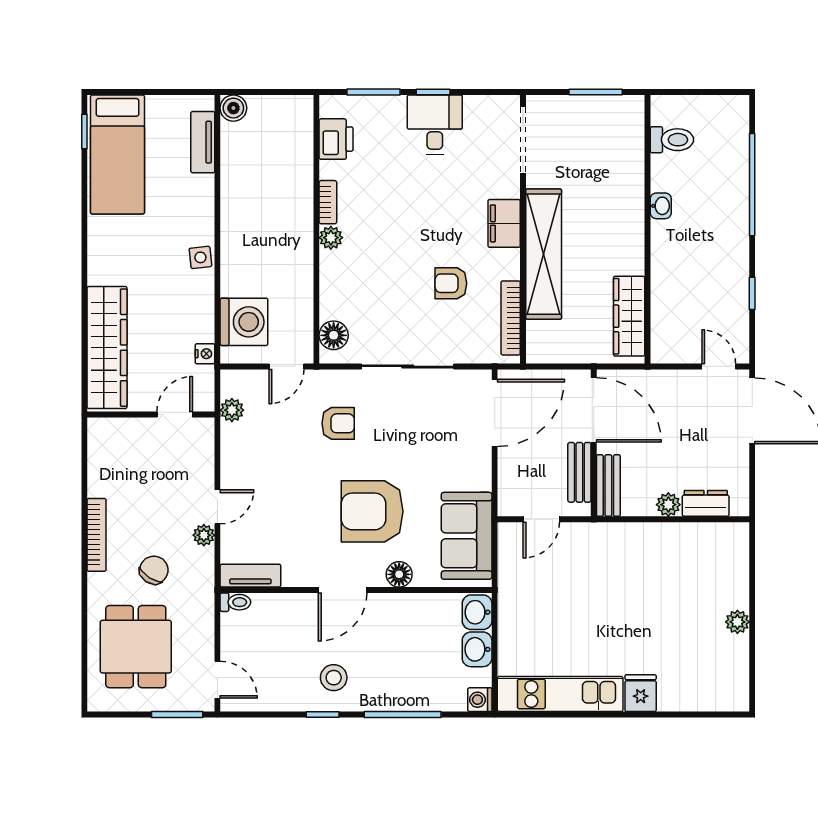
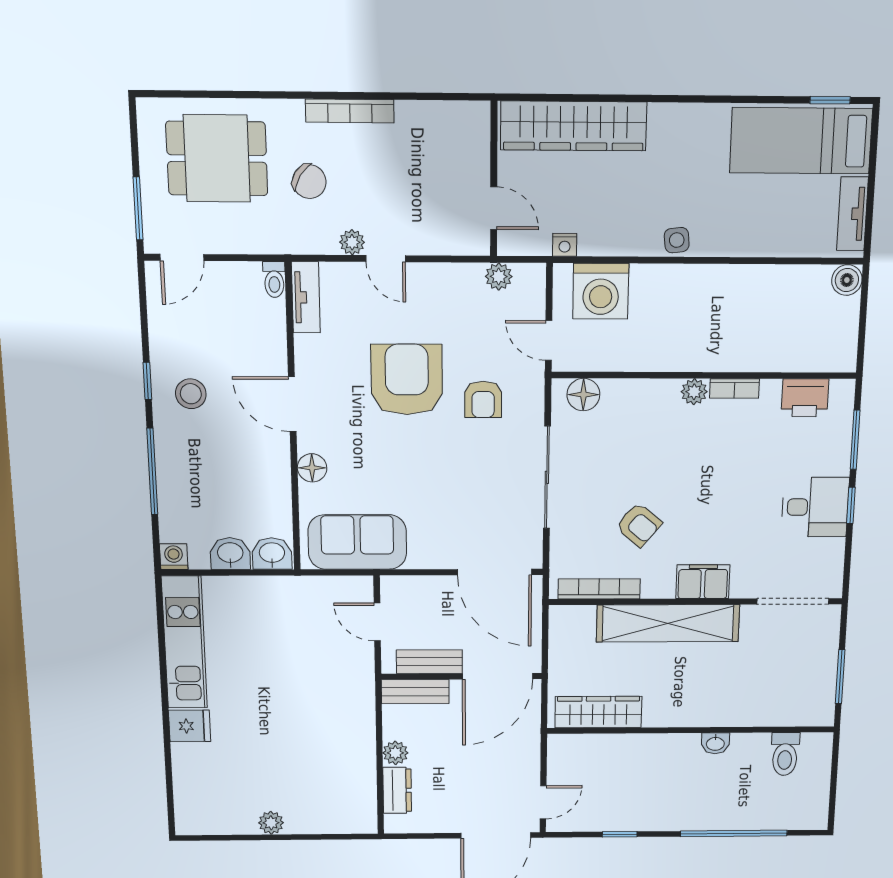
tv unit: (203, 142) -> (853, 214), moved, turned -90
armchair: (451, 283) -> (639, 525), turned 130
armchair: (372, 511) -> (407, 379), moved

